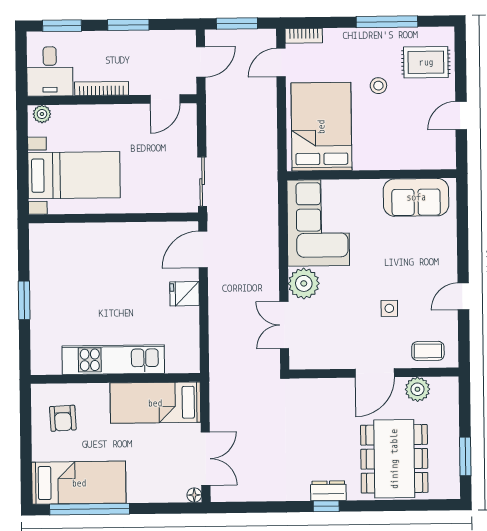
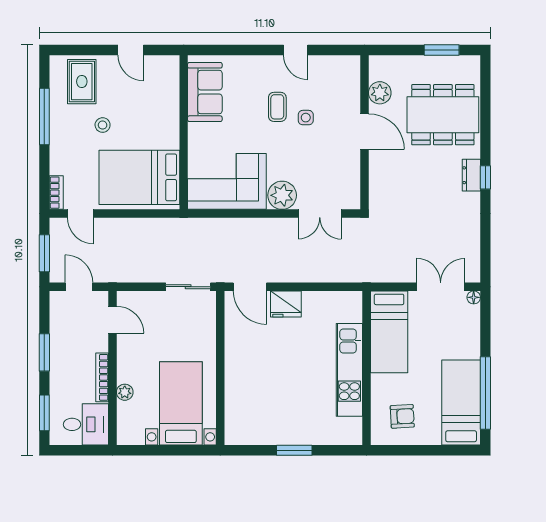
plant: (42, 114) -> (125, 392), moved
fridge: (185, 294) -> (286, 304), width x1.38
coffee table: (428, 351) -> (277, 107), moved

